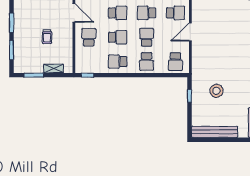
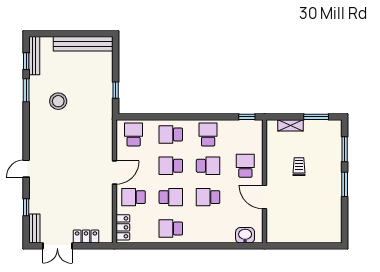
school desk: (89, 37) -> (245, 166), turned 180
school desk: (118, 37) -> (208, 166), turned 180
school desk: (147, 37) -> (171, 166), turned 90
school desk: (118, 62) -> (208, 134), turned -90
school desk: (147, 62) -> (171, 134), turned -90
stool: (216, 91) -> (58, 101), moved

